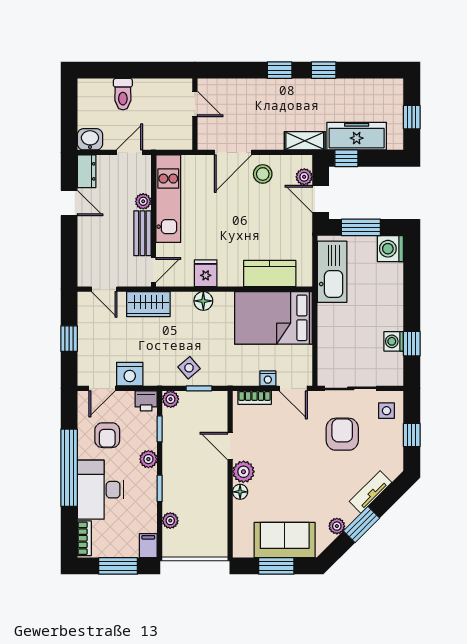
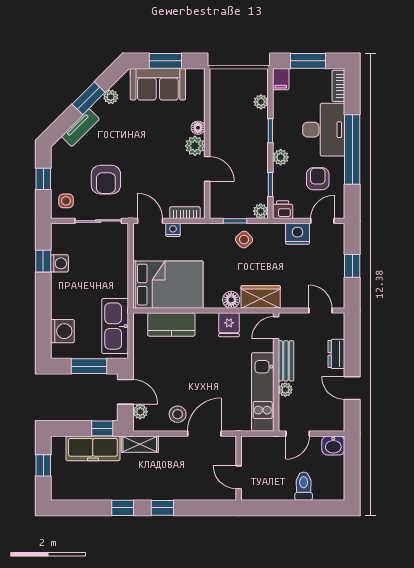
dresser: (87, 171) -> (336, 354), moved
washing machine: (390, 249) -> (62, 331), moved
wardrobe: (148, 304) -> (261, 297), moved

